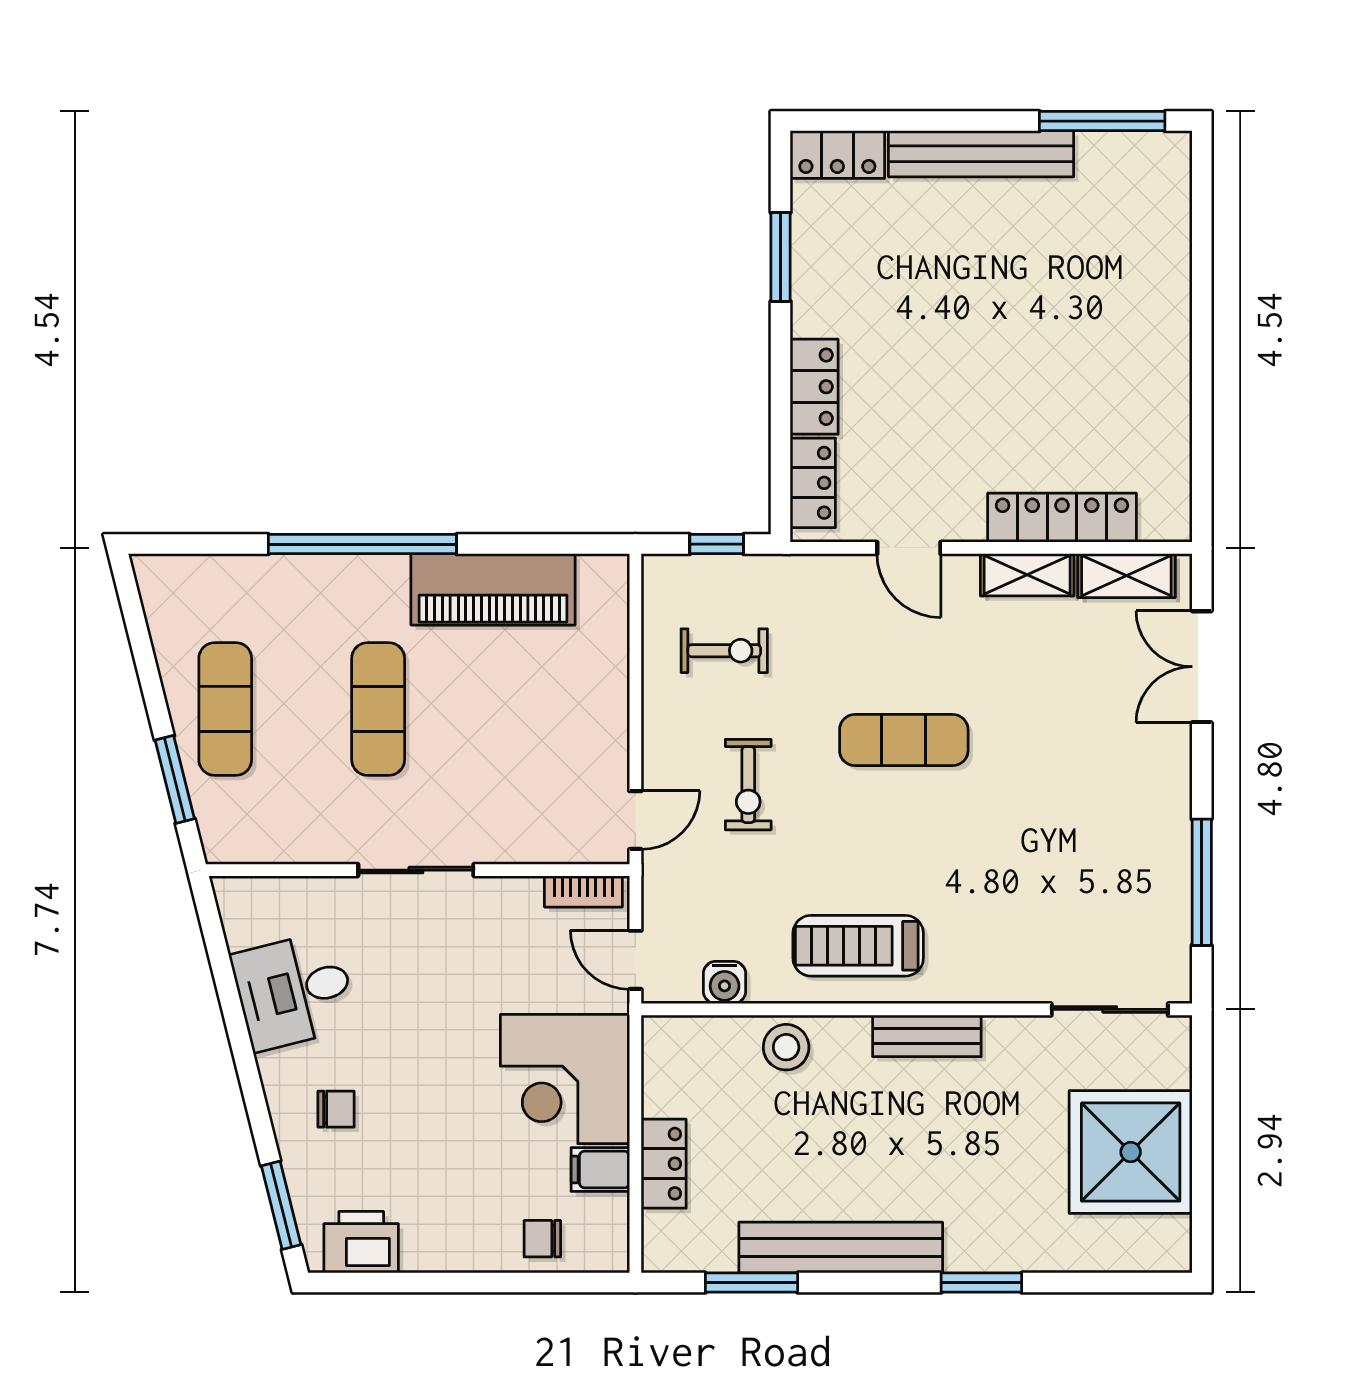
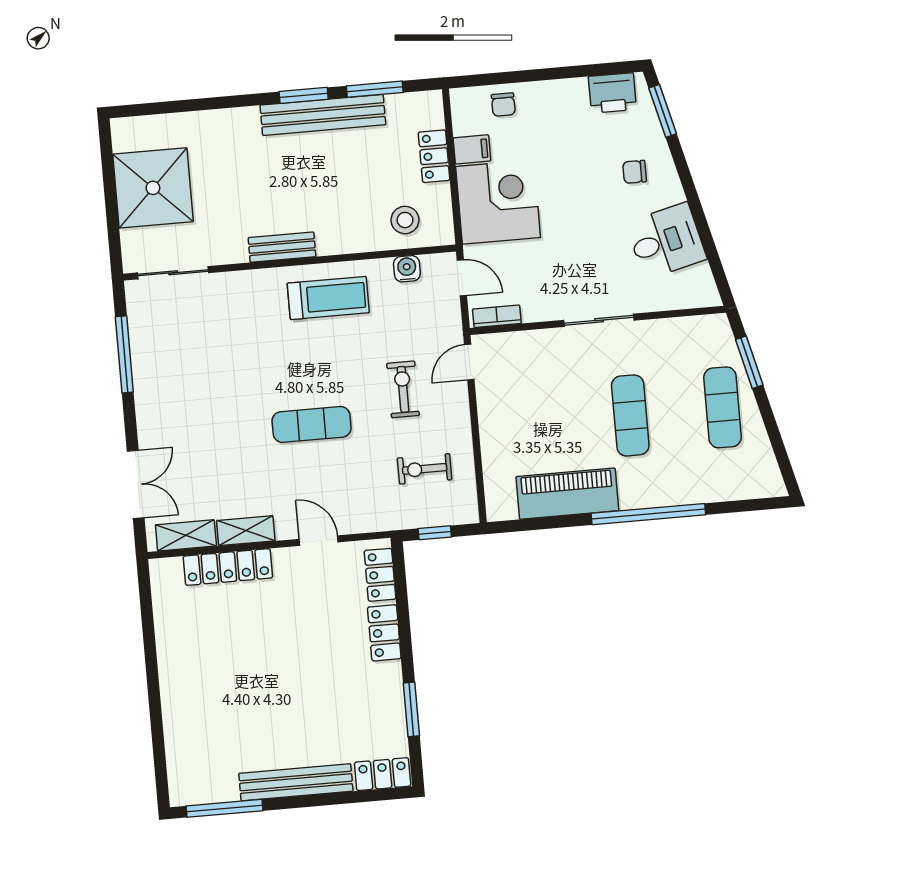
stool: (786, 1047) -> (405, 220), moved
chair: (542, 1239) -> (503, 105), turned 90
window: (981, 1283) -> (304, 95), moved

